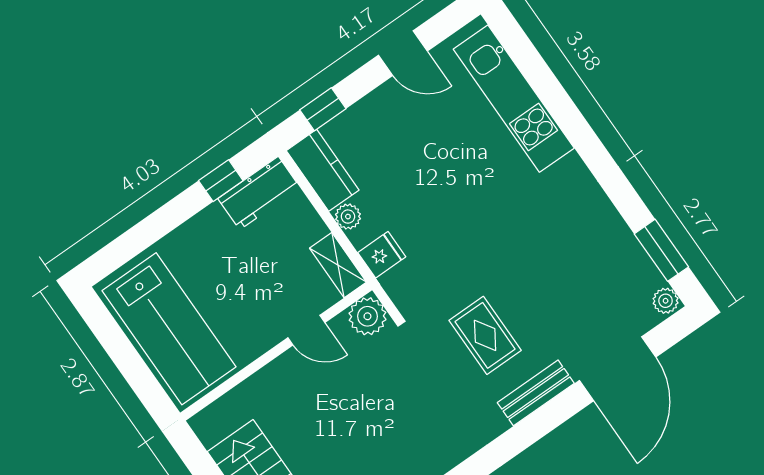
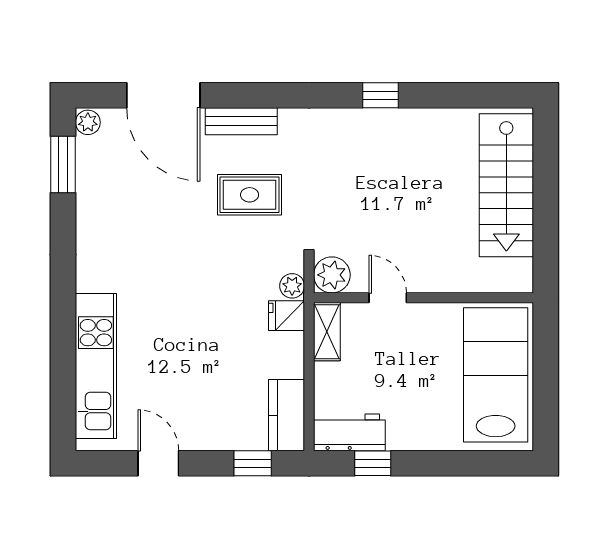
plant: (348, 217) -> (292, 286), moved
rug: (485, 335) -> (250, 195), turned 90
door: (618, 369) -> (163, 95), swing flipped

